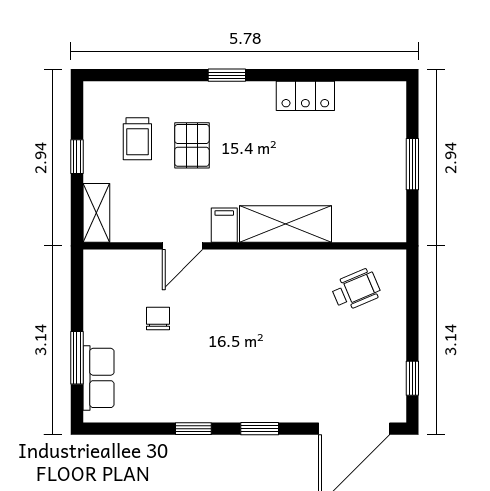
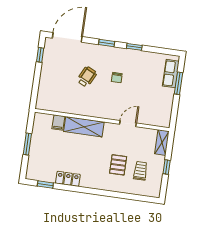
window: (227, 75) -> (45, 184), moved
filing cabinet: (224, 225) -> (58, 123), moved
wheelchair: (356, 290) -> (87, 77), moved, turned 139
chair: (158, 318) -> (117, 78), moved

